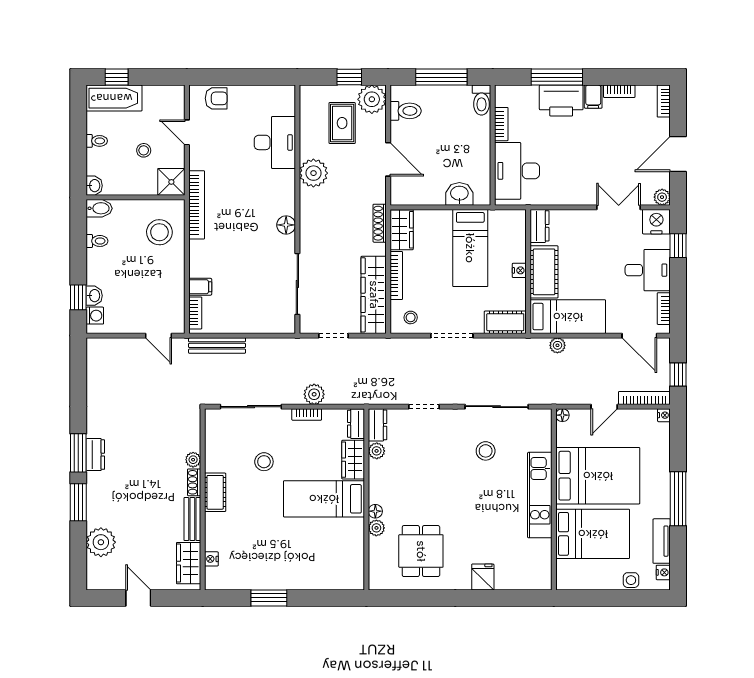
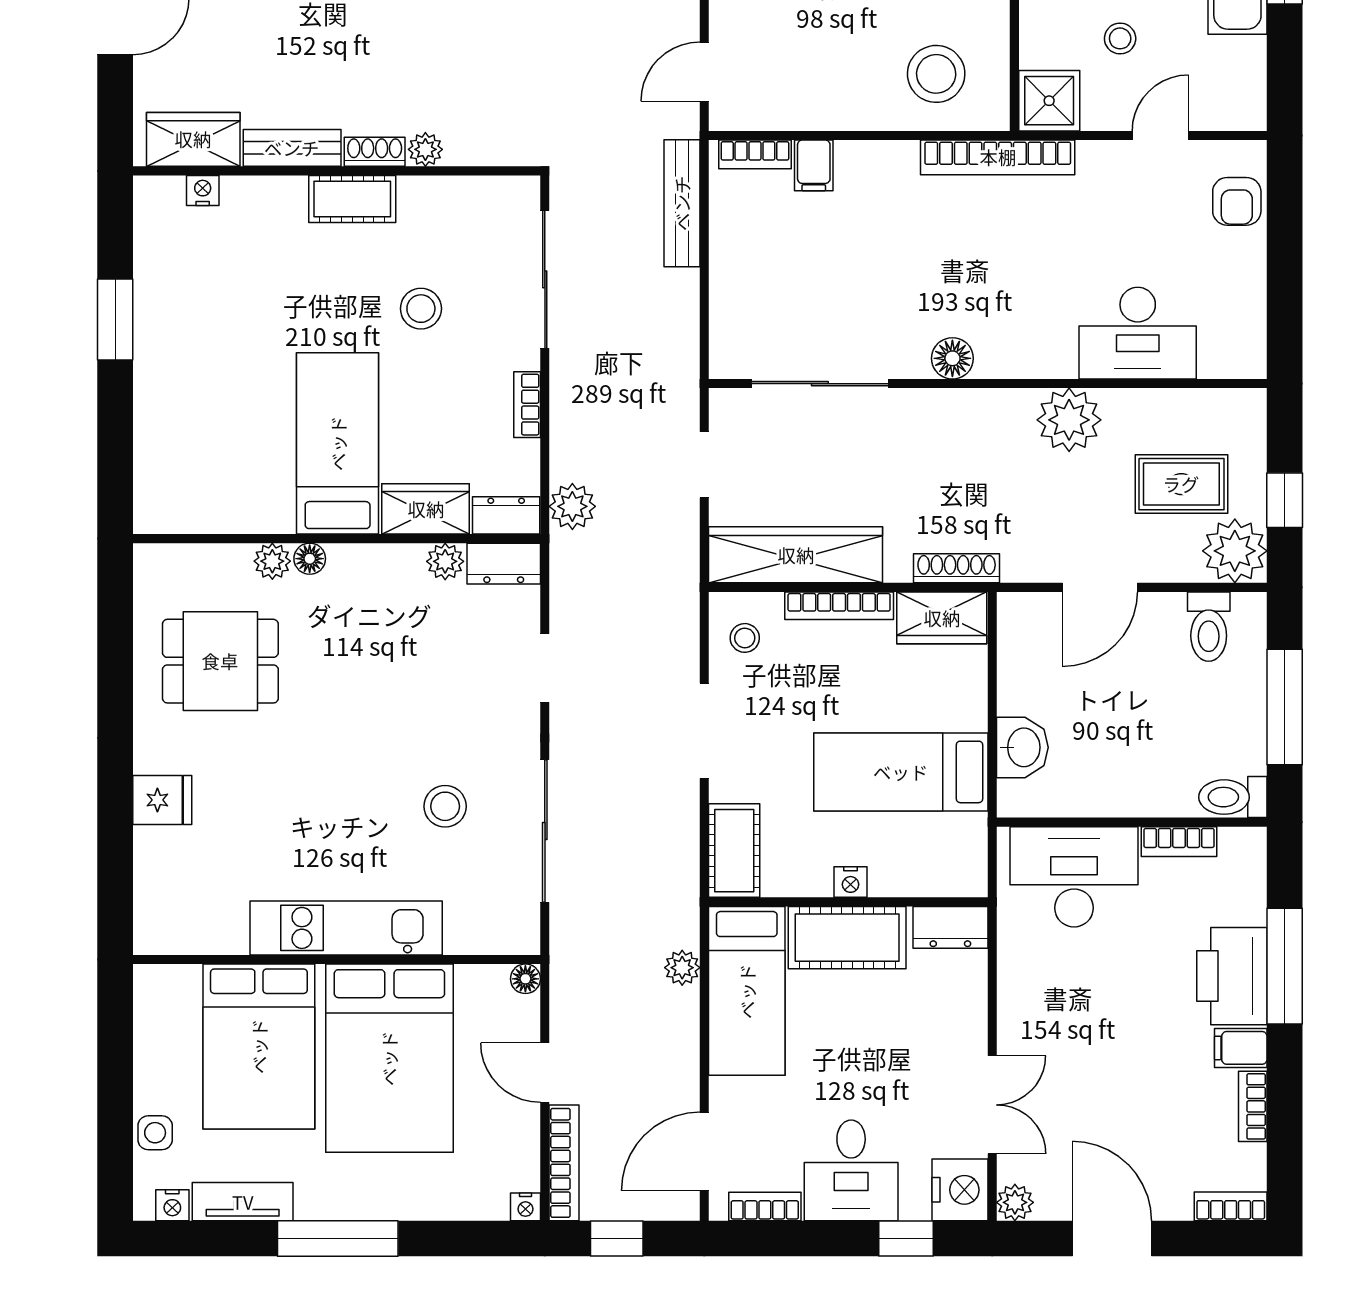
plant: (314, 394) -> (572, 506), moved

